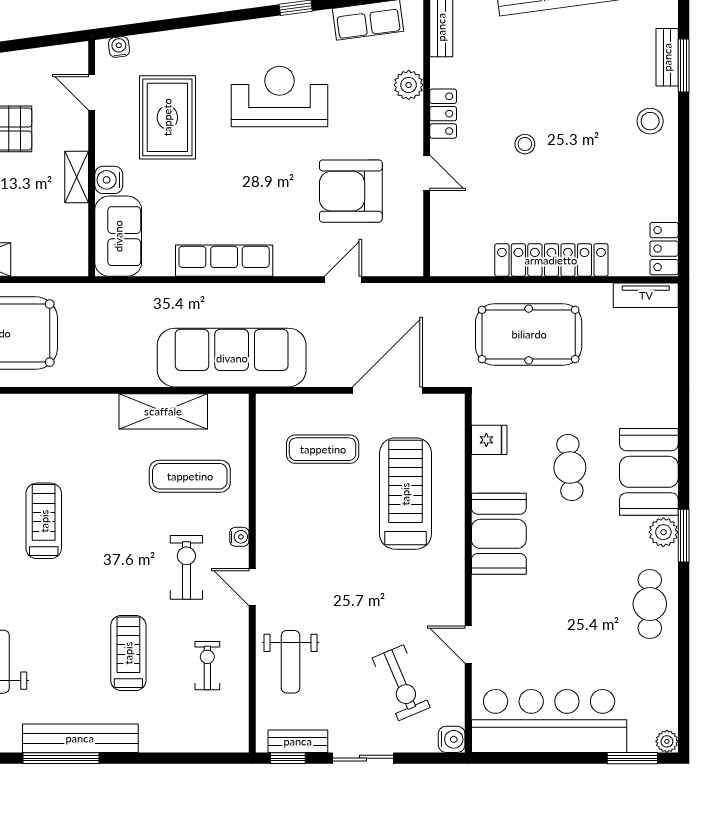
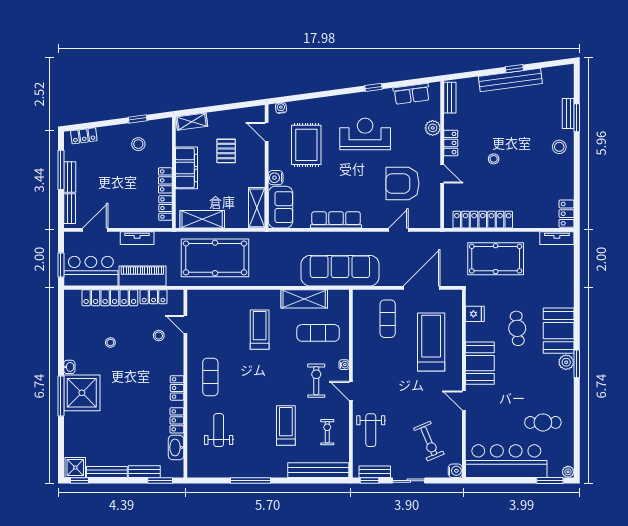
shelving: (77, 177) -> (257, 208), moved, width x1.50, depth x1.33
locker: (551, 260) -> (483, 220), moved
exercise mat: (323, 449) -> (388, 319), turned 90
treadmill: (44, 521) -> (260, 330), moved
cafe table: (650, 604) -> (543, 422), moved, turned 90
door: (468, 645) -> (464, 400), moved
bench: (80, 738) -> (318, 470), moved

